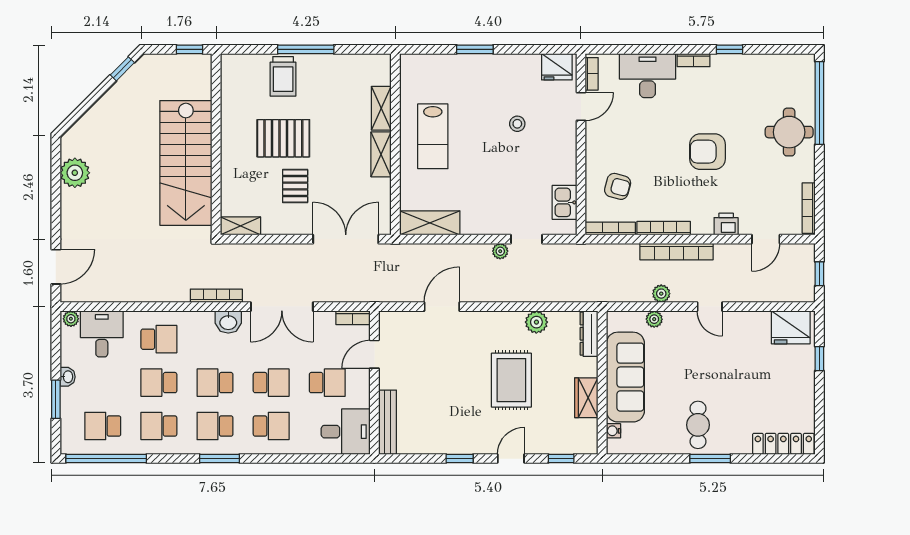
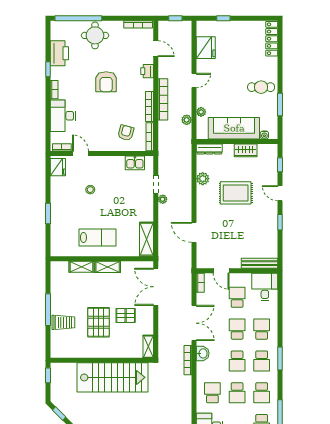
printer: (758, 69) -> (59, 53), added
plant: (661, 294) -> (187, 120), moved
fridge: (791, 327) -> (206, 48), moved
window: (710, 459) -> (280, 105), moved

